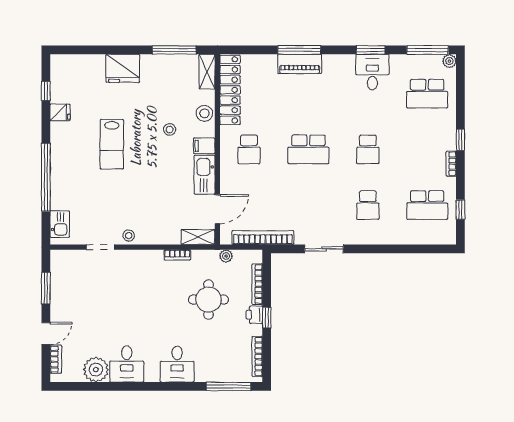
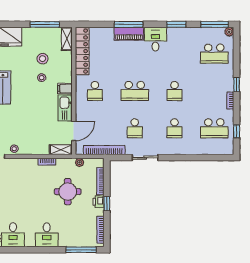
desk: (372, 72) -> (155, 39), moved
stool: (204, 113) -> (43, 59), moved
school desk: (308, 205) -> (135, 128), added

